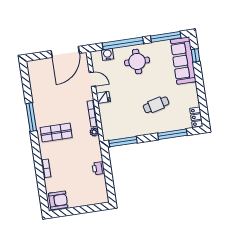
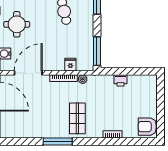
door: (92, 79) -> (28, 73), width x1.88
fridge: (103, 97) -> (70, 65), moved
armchair: (58, 200) -> (147, 127), turned -90

